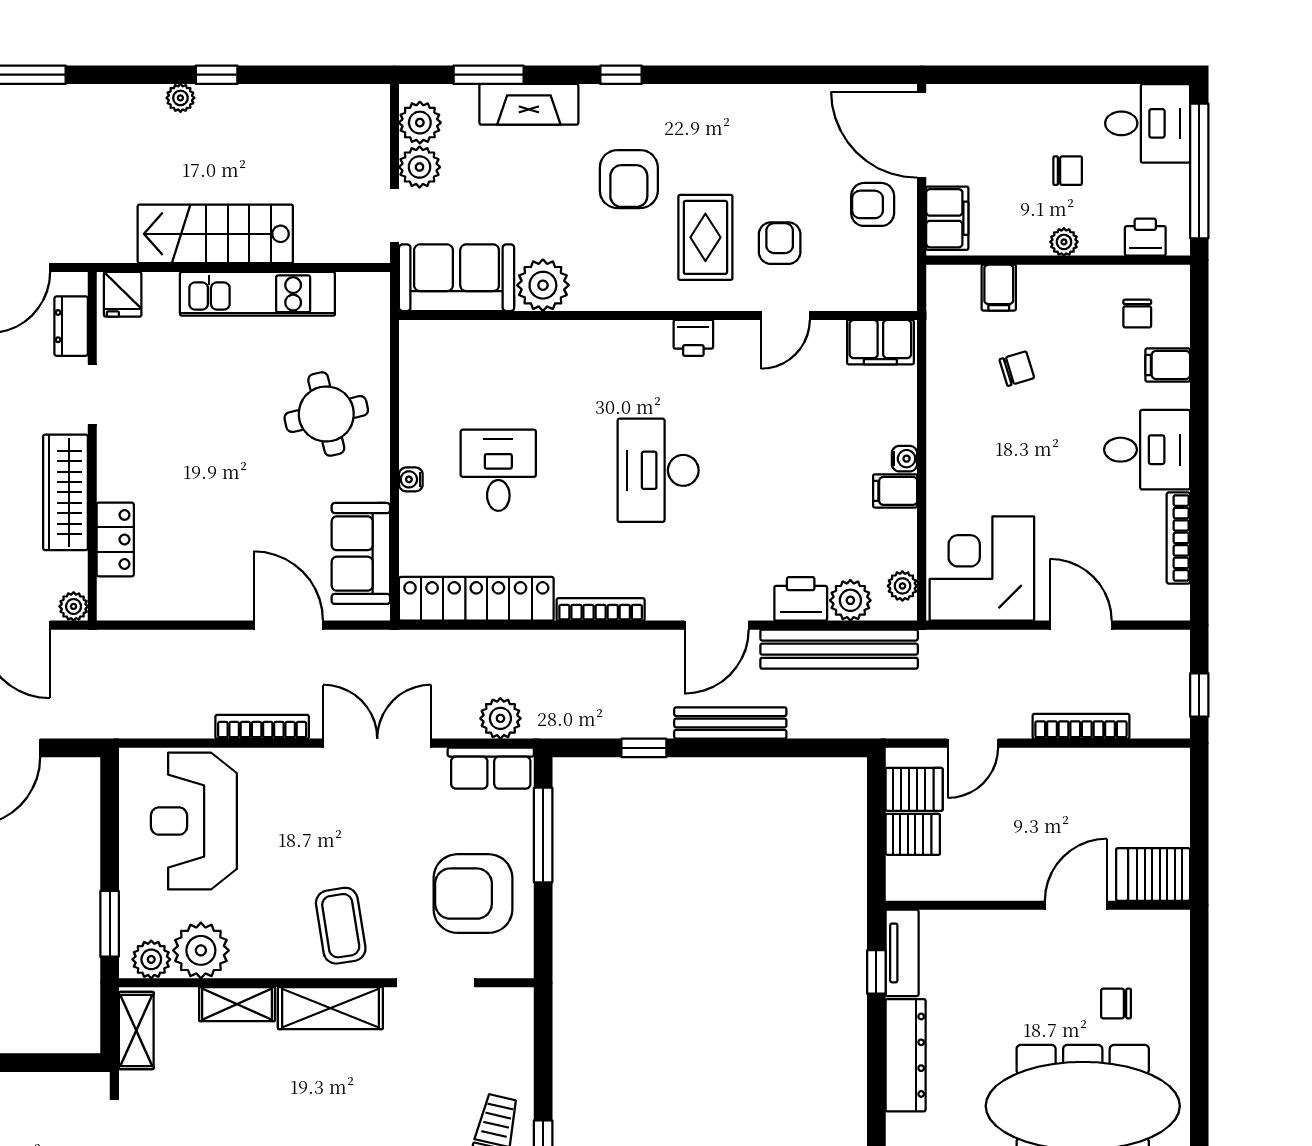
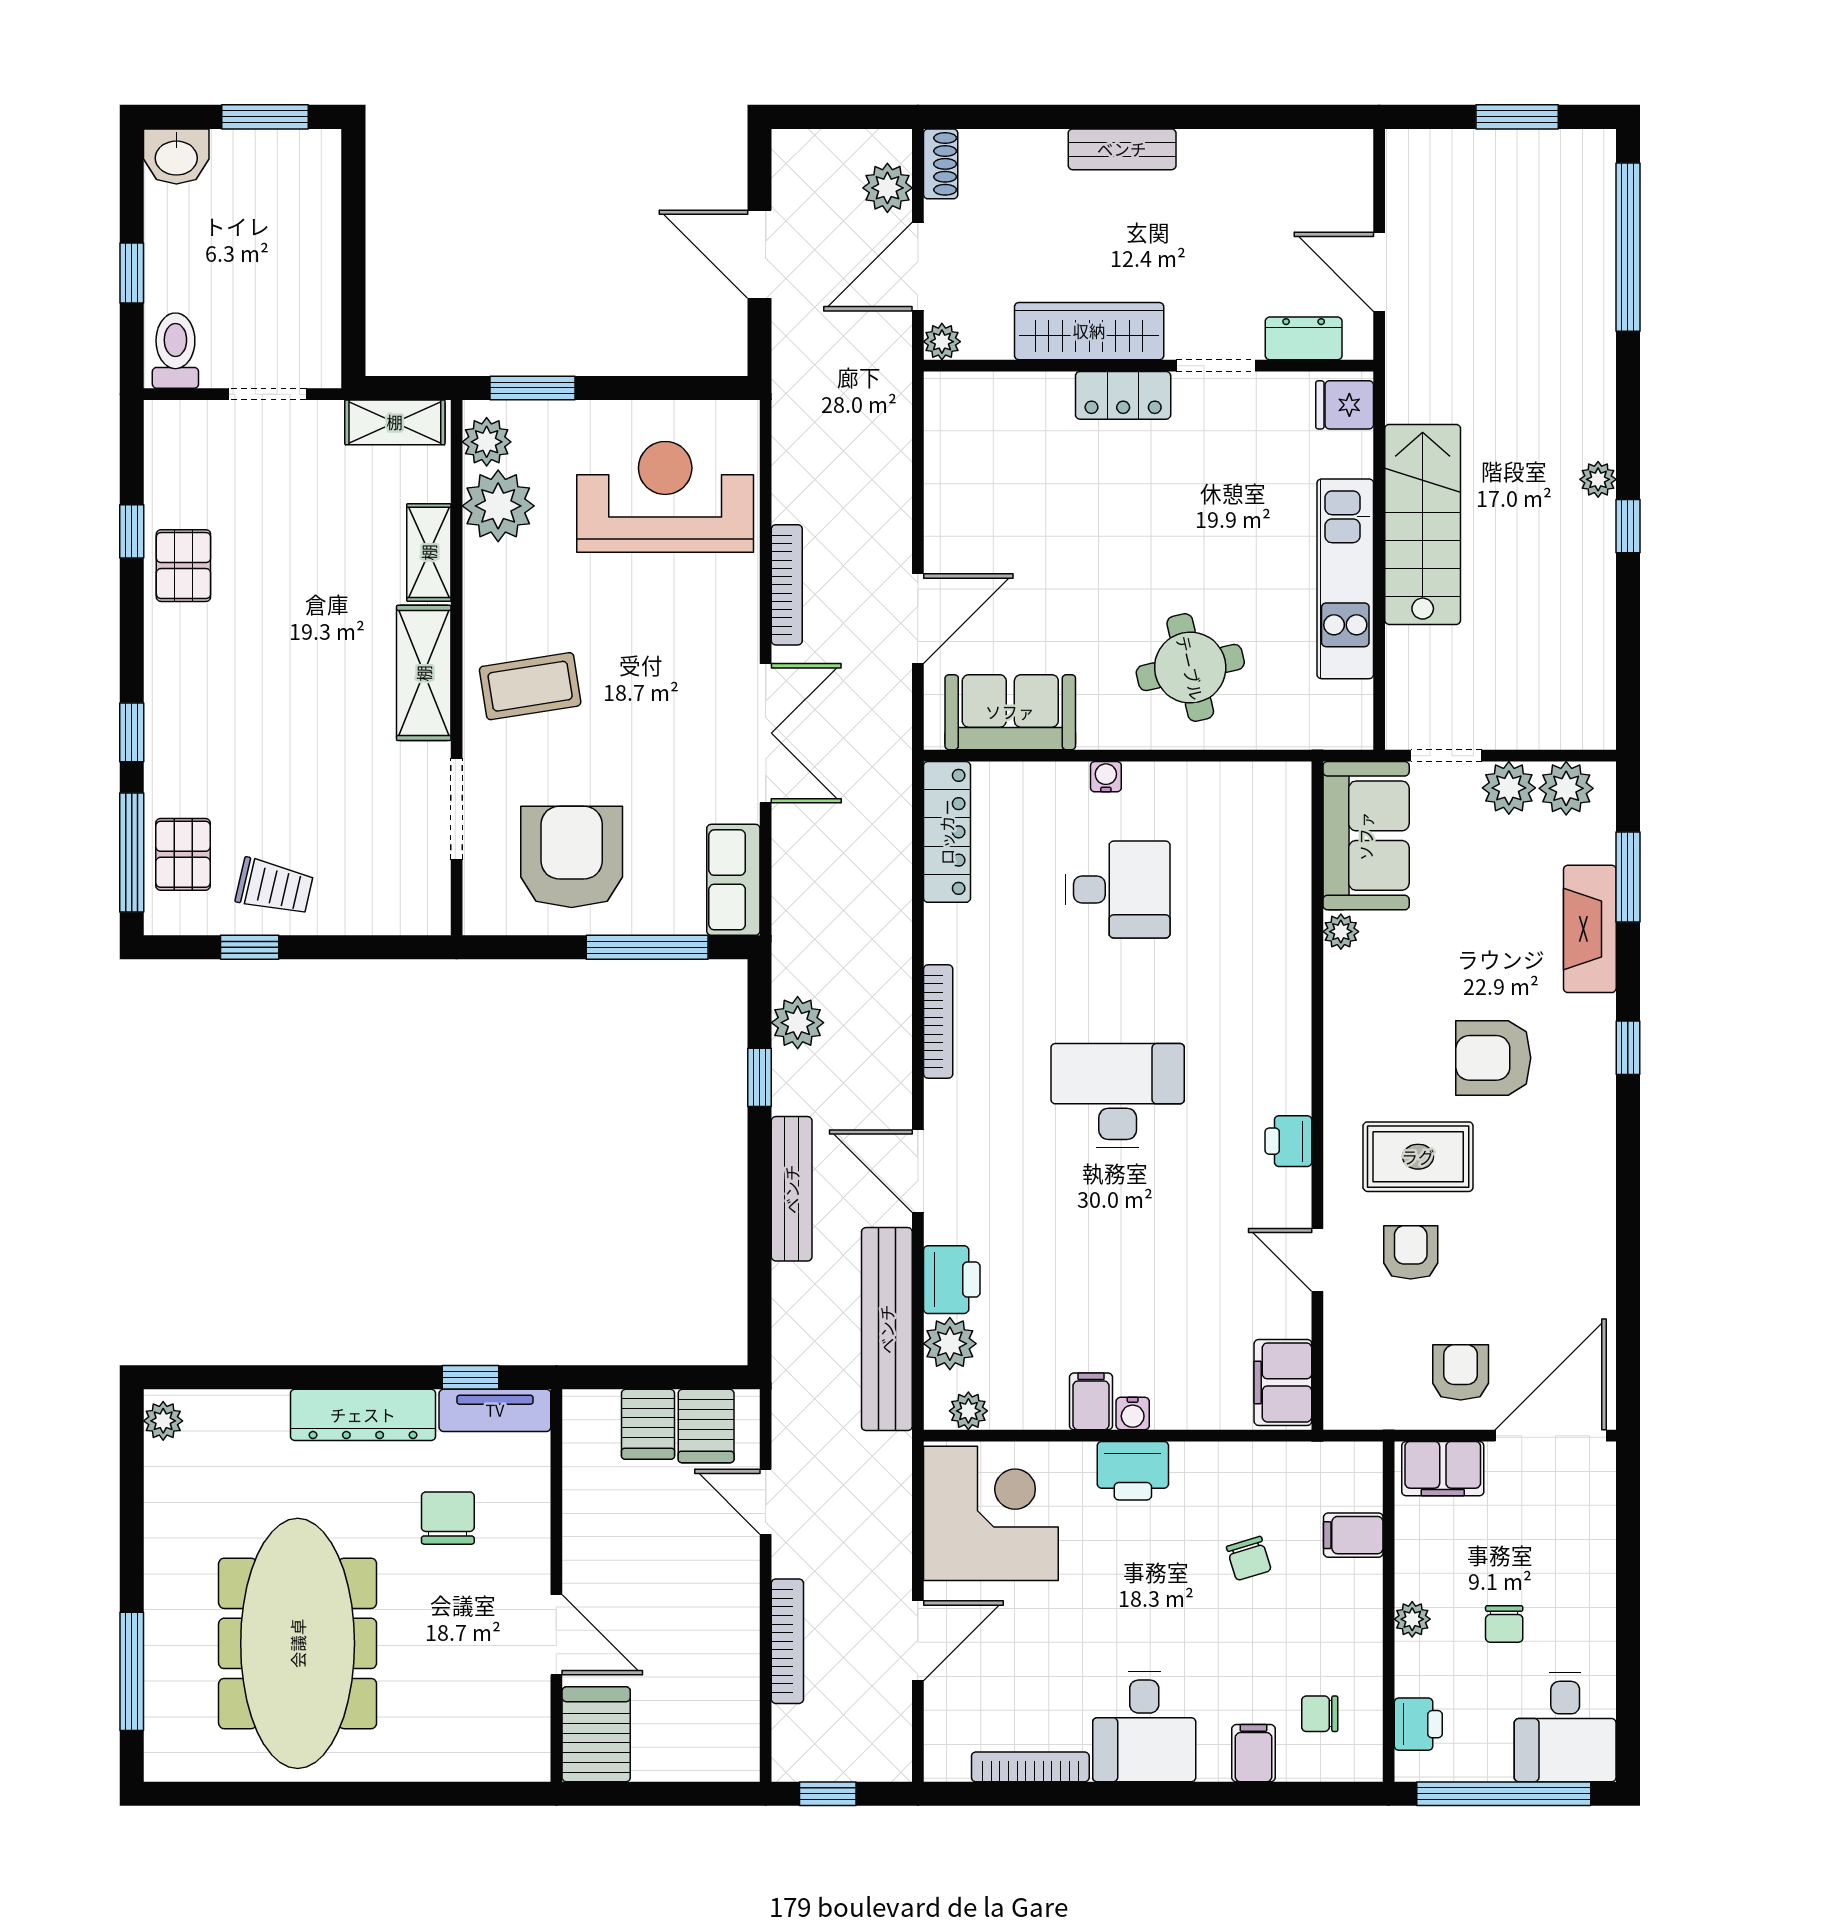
armchair: (780, 243) -> (1411, 1252), turned -90
plant: (543, 285) -> (1341, 932), width x0.53, depth x0.53
printer: (949, 458) -> (1133, 1471), added
locker: (115, 539) -> (1123, 395), moved
locker: (476, 599) -> (947, 832), width x0.71, depth x0.83
plant: (500, 718) -> (798, 1023), moved
chair: (1116, 1003) -> (448, 1518), moved, width x1.37, depth x1.37

